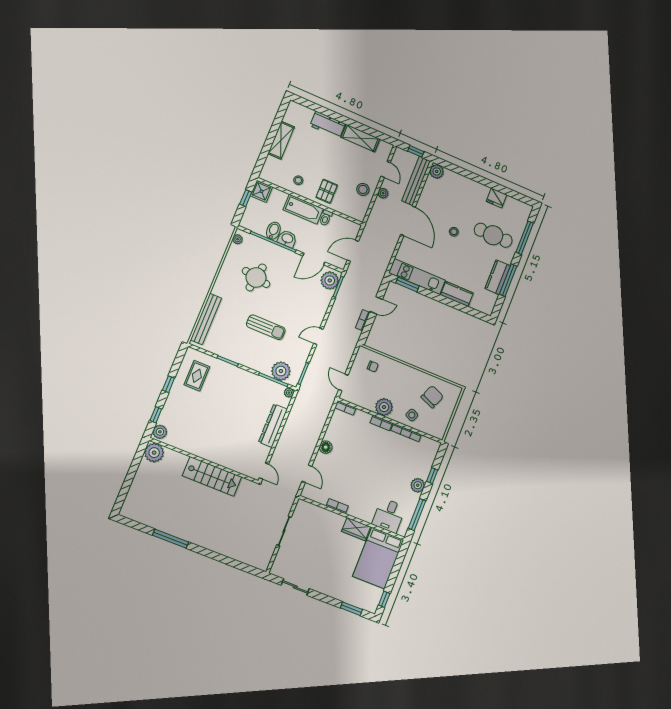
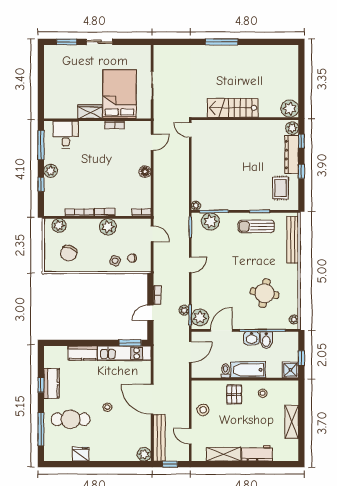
plant: (383, 193) -> (184, 310), moved
window: (508, 280) -> (41, 385), width x0.46
sun lounger: (266, 327) -> (256, 226), moved
side table: (412, 415) -> (115, 261), moved
dresser: (273, 426) -> (292, 155), moved, turned 180
plant: (431, 428) -> (59, 225), added
door: (307, 474) -> (152, 142), swing flipped
window: (170, 539) -> (222, 42), moved
bed: (378, 558) -> (119, 94), moved
sliding door: (295, 587) -> (99, 42), moved
window: (384, 599) -> (41, 61), removed

